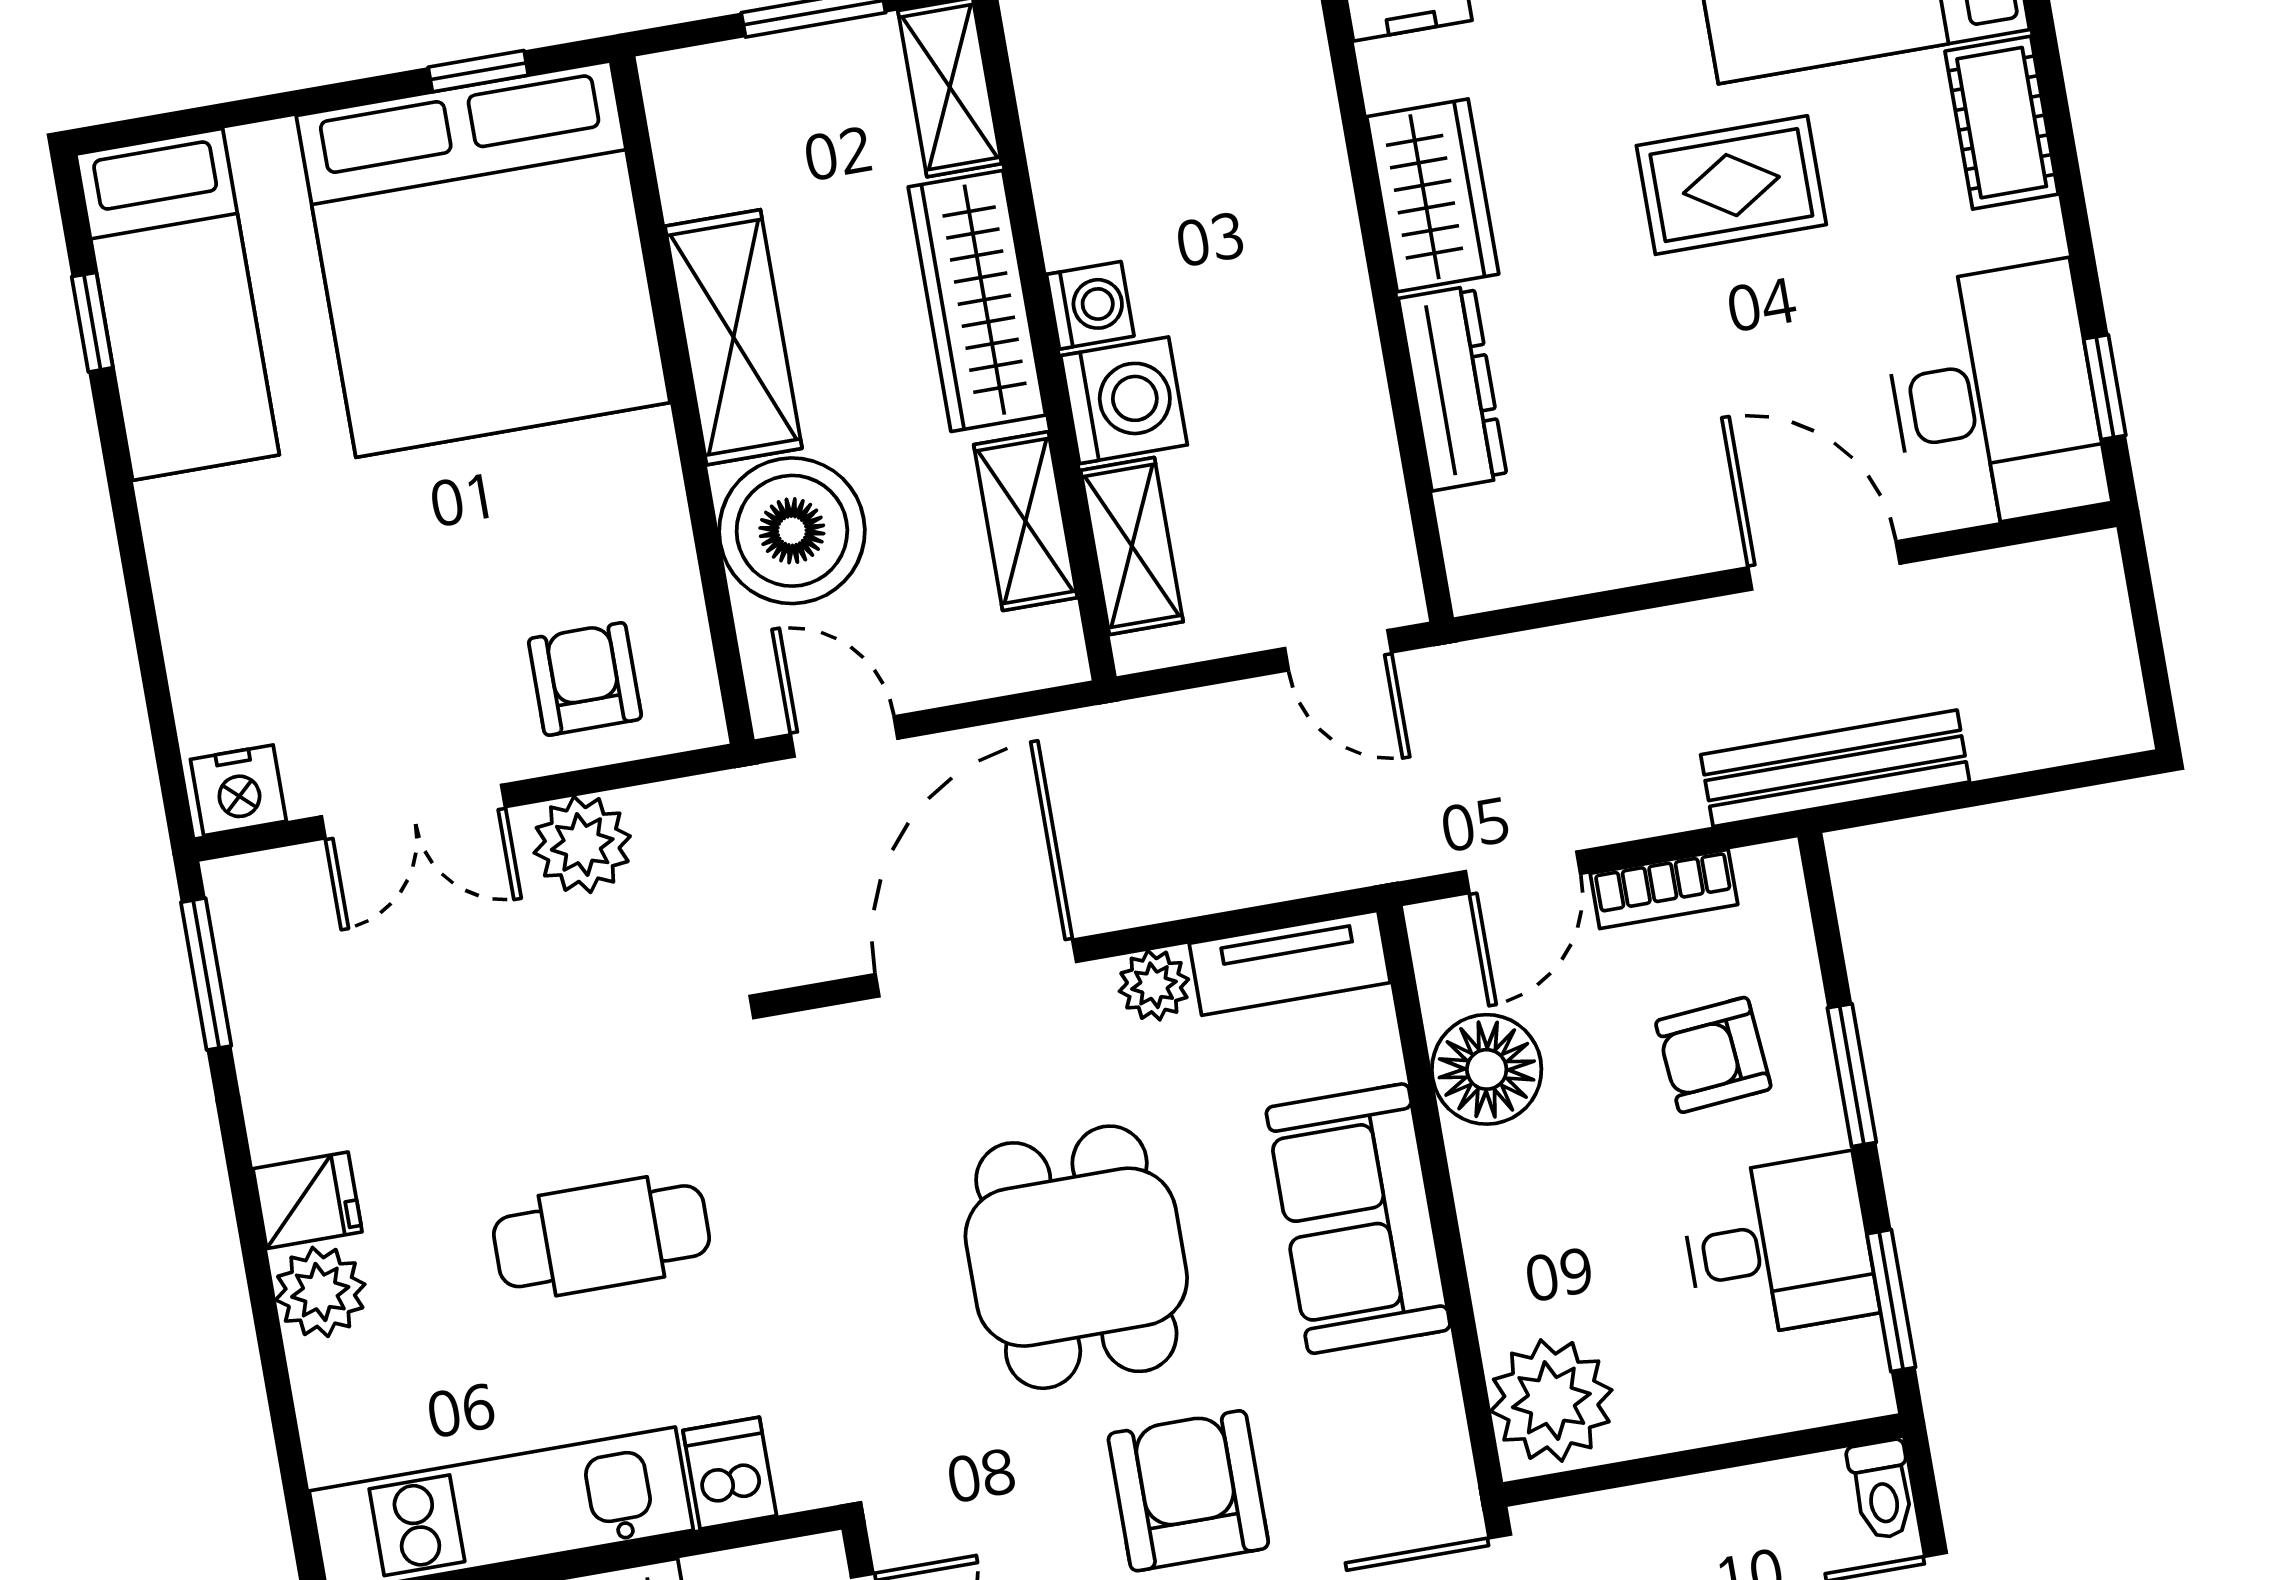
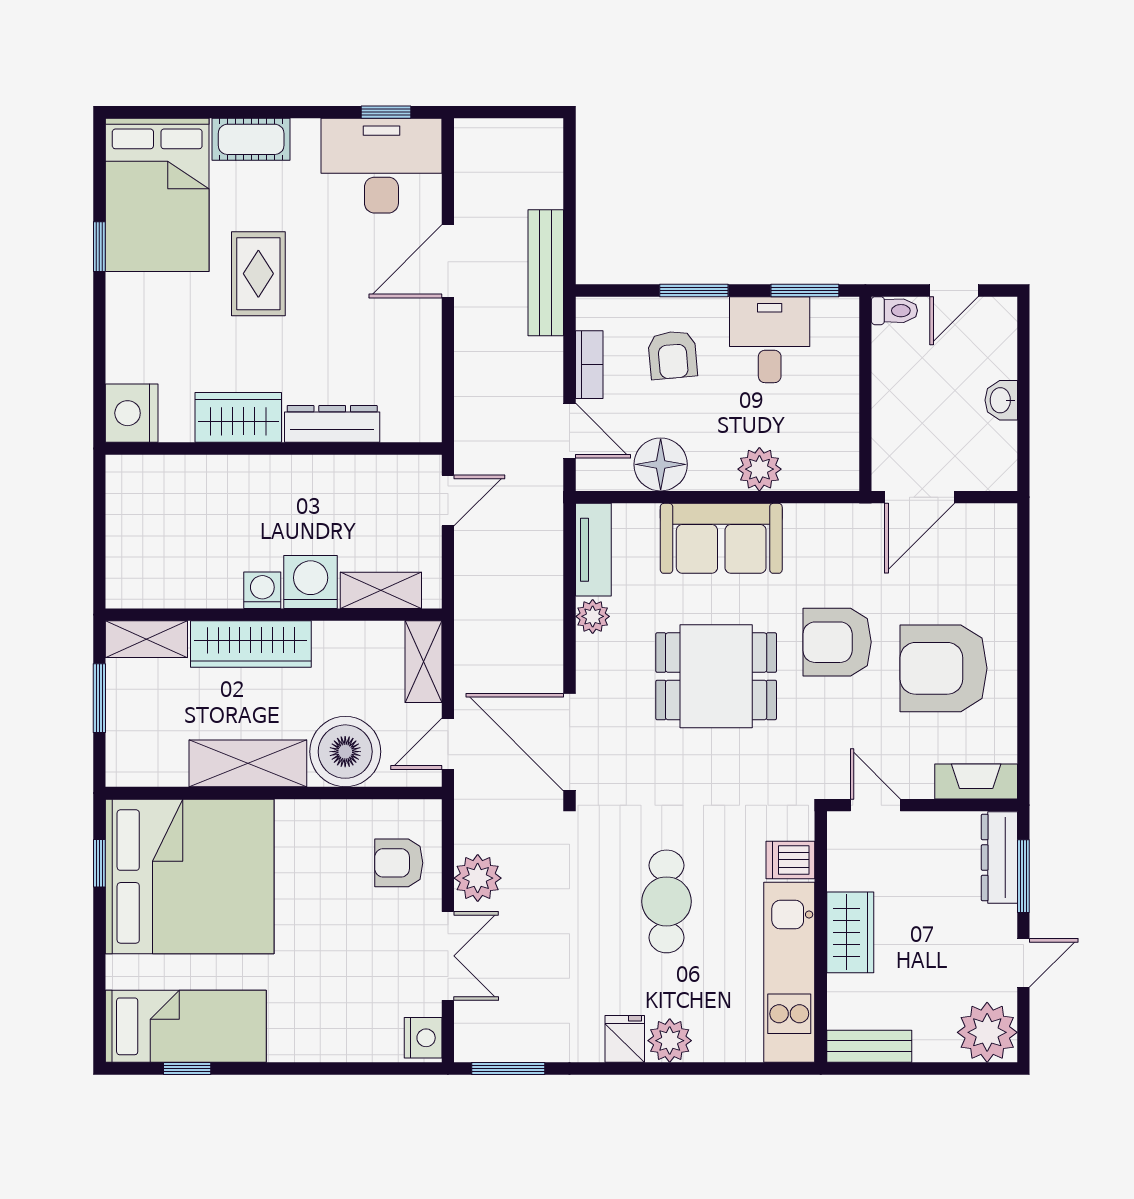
shelving: (1026, 521) -> (423, 662), moved, turned 90
door: (976, 968) -> (569, 742), moved
plant: (1551, 1400) -> (759, 469), moved, width x0.73, depth x0.73

